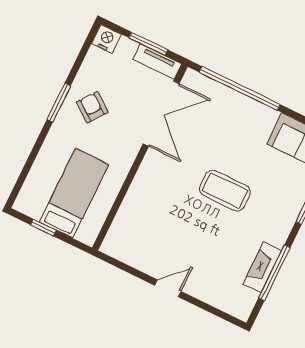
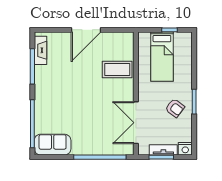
tv unit: (157, 62) -> (163, 150), moved
coffee table: (225, 191) -> (117, 70), moved
fireplace: (262, 267) -> (40, 50), moved
door: (168, 288) -> (86, 30), width x1.87

